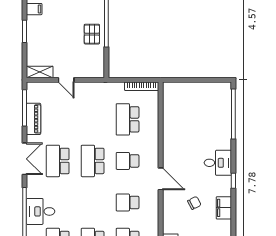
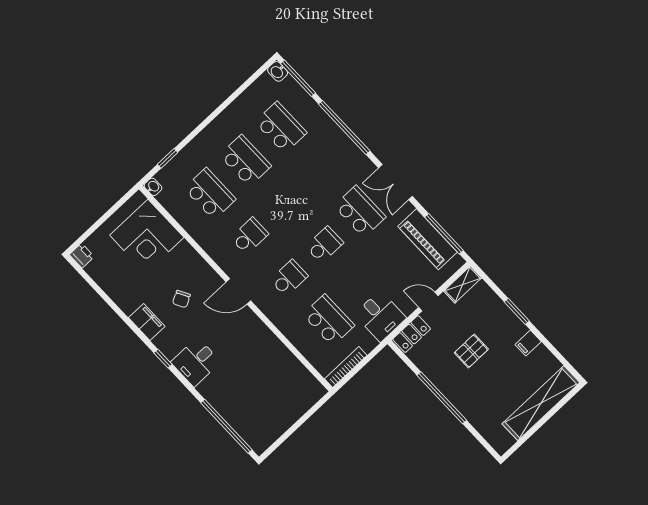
pallet: (92, 34) -> (471, 351), moved, turned 90
locker: (91, 71) -> (412, 334), added
piano: (34, 119) -> (427, 239), width x1.37, depth x1.33
school desk: (93, 161) -> (324, 245), width x0.54
desk: (41, 211) -> (380, 316), moved, turned 90

